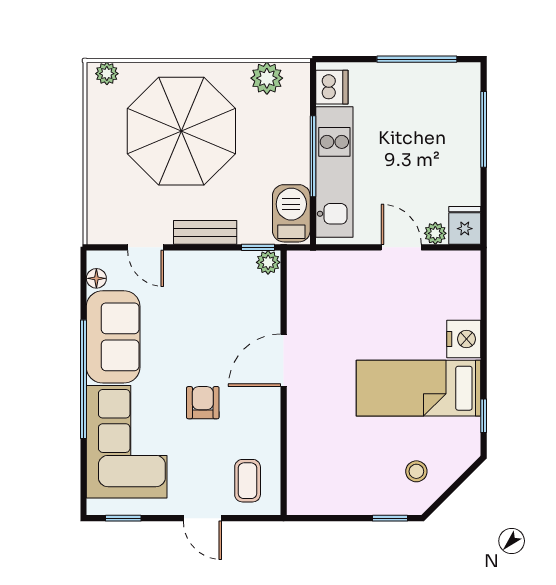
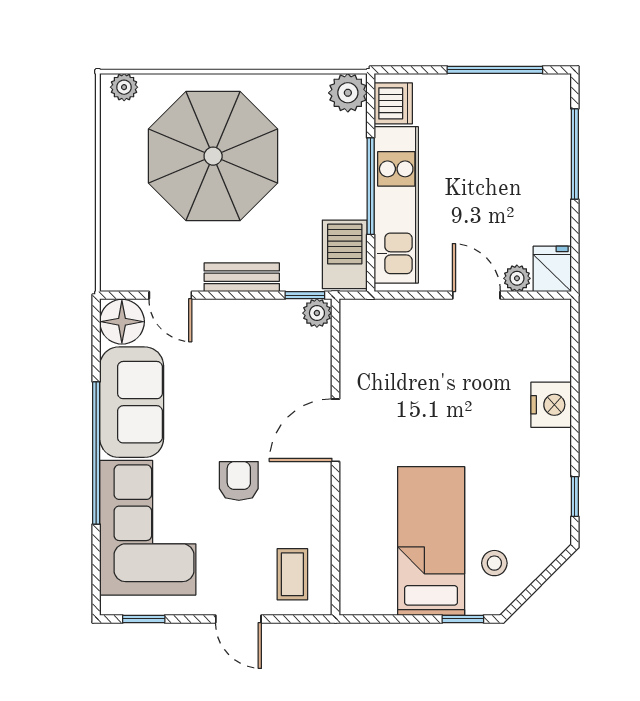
plant: (267, 78) -> (348, 93), moved
floor lamp: (96, 278) -> (122, 322), width x1.89, depth x1.89
bed: (418, 388) -> (431, 541), moved, turned 90

